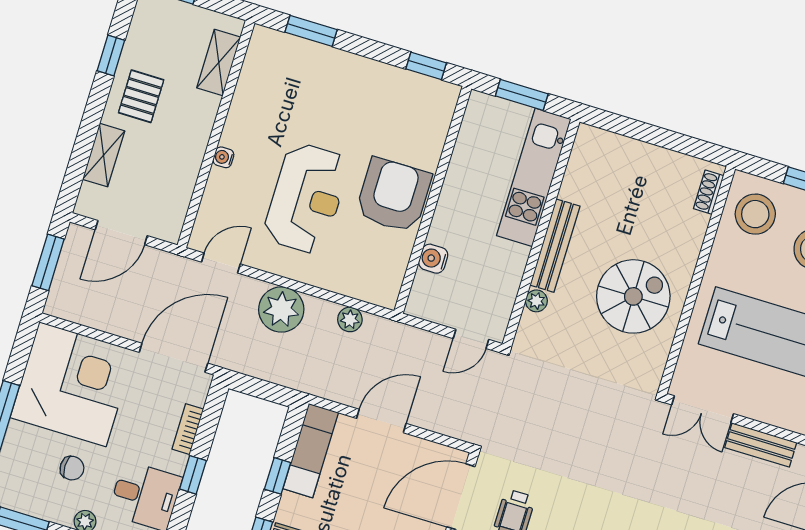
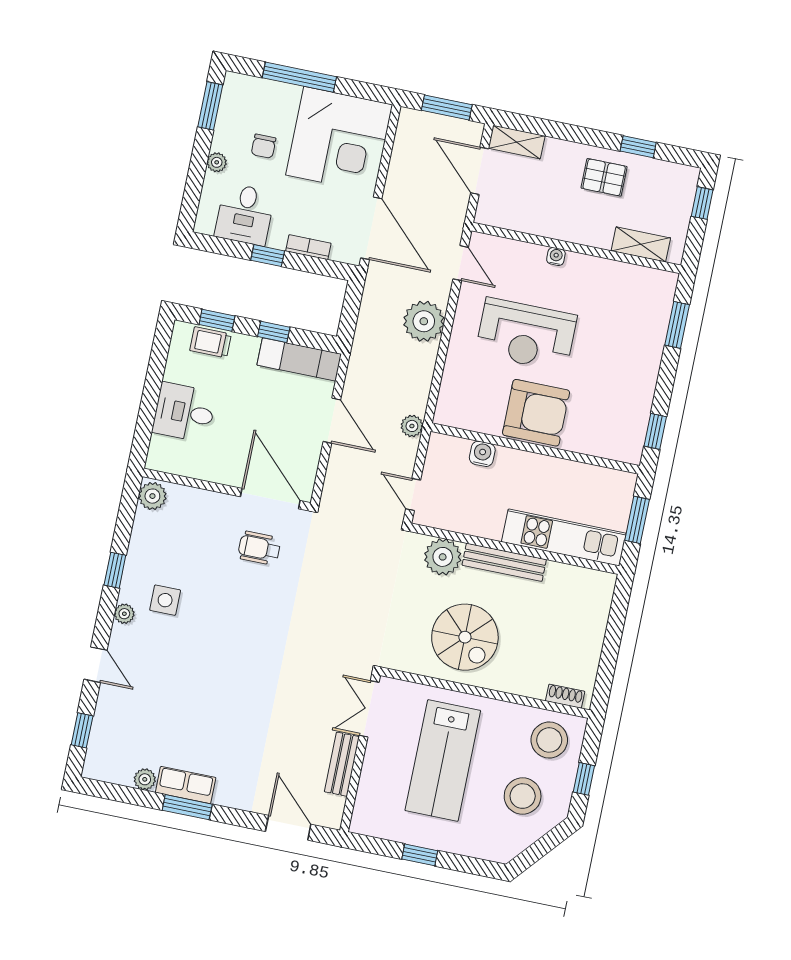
shelving: (104, 155) -> (517, 142), moved
plant: (536, 301) -> (443, 557), width x1.88, depth x1.88
plant: (350, 319) -> (412, 426), moved

